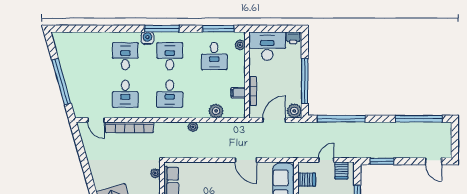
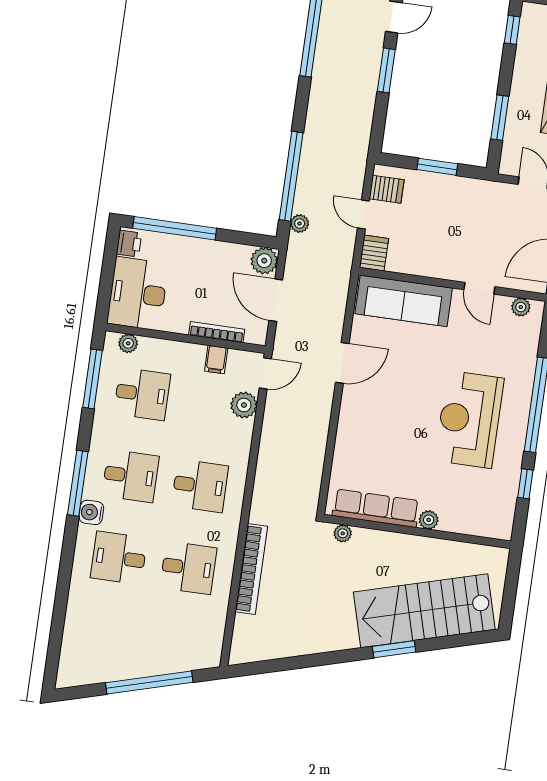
desk: (170, 56) -> (131, 476), turned 180
window: (305, 81) -> (175, 228), moved
door: (96, 120) -> (265, 373), moved
plant: (193, 127) -> (300, 224), moved
window: (382, 161) -> (386, 70), moved
server rack: (307, 180) -> (374, 253), moved

